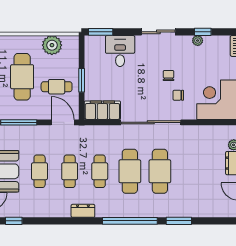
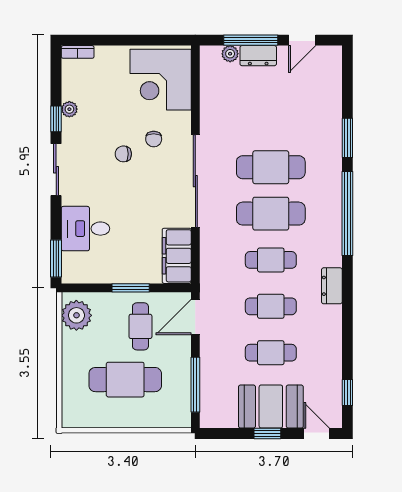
window: (203, 32) -> (56, 119), moved
plant: (52, 45) -> (76, 315), moved

